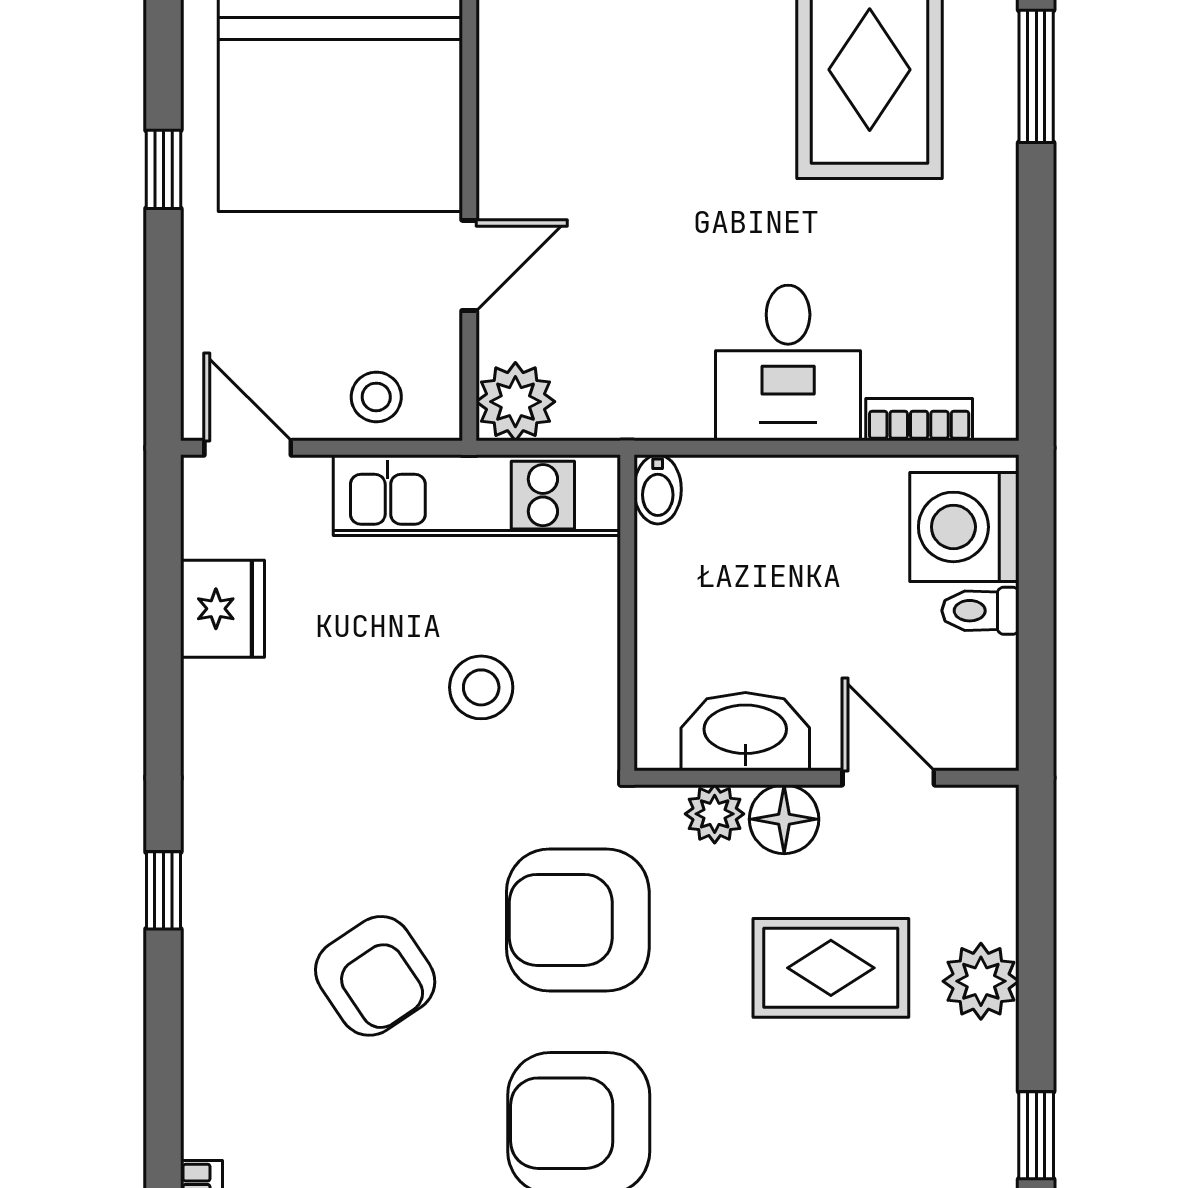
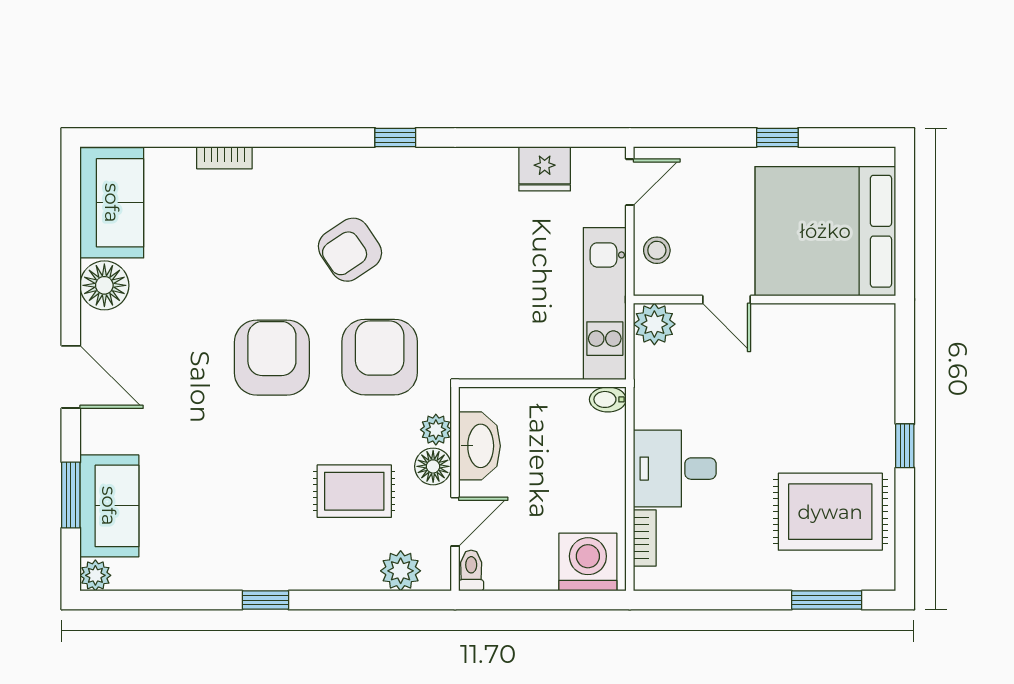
toilet: (980, 611) -> (471, 571), moved
stool: (481, 687) -> (503, 306), removed
rug: (831, 968) -> (354, 491), turned 90
plant: (981, 981) -> (401, 571), moved

